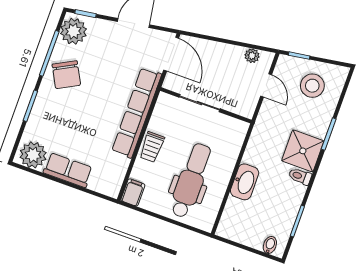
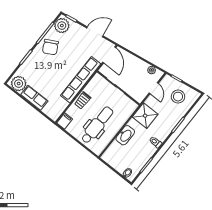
shower: (303, 151) -> (145, 116), moved

